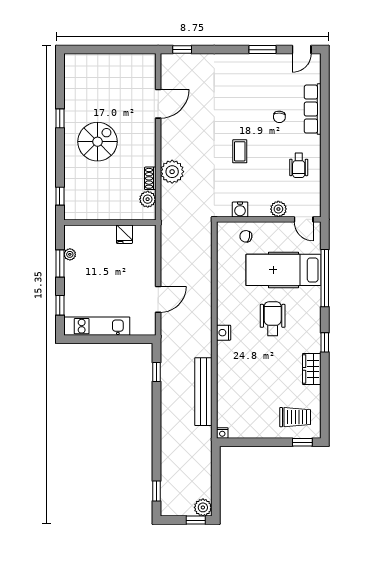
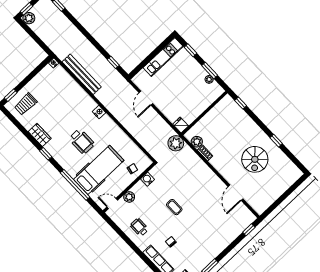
spiral stairs: (98, 142) -> (255, 159), moved
plant: (172, 172) -> (176, 143), moved
fridge: (124, 234) -> (181, 125), moved

